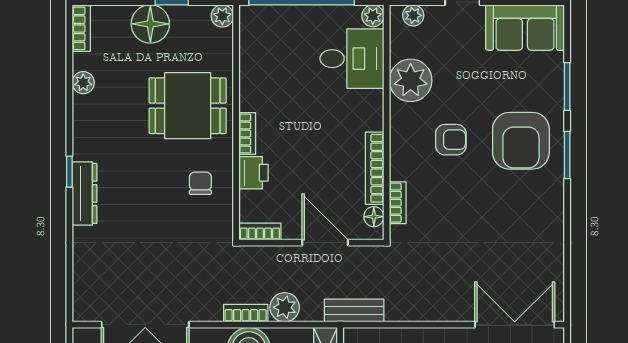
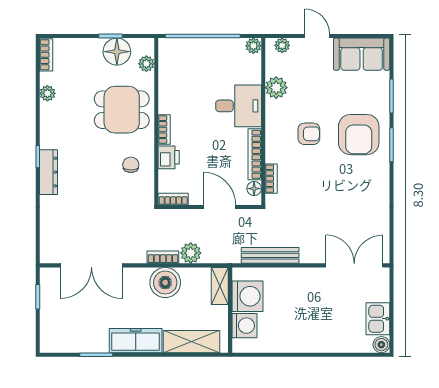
plant: (222, 16) -> (146, 64), moved
floor lamp: (150, 24) -> (117, 52), moved
desk: (352, 59) -> (239, 106), moved
plant: (411, 80) -> (276, 88), width x0.73, depth x0.73
bench: (354, 311) -> (270, 255), moved, width x1.36

